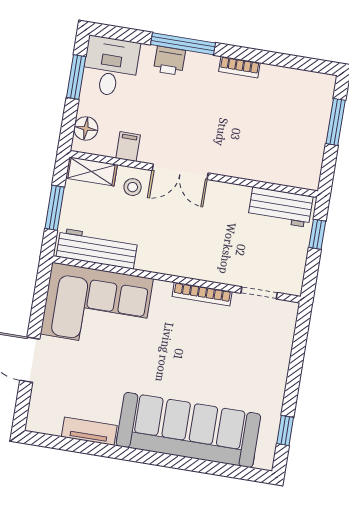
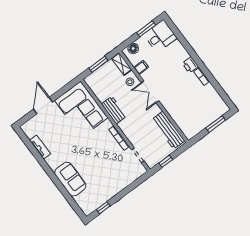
window: (183, 44) -> (191, 51), removed
printer: (169, 61) -> (190, 65), moved
workbench: (280, 207) -> (168, 130), width x1.38
window: (317, 234) -> (166, 161), moved
workbench: (97, 249) -> (114, 110), moved, width x0.73
sofa: (188, 430) -> (70, 179), width x0.54, depth x0.79

